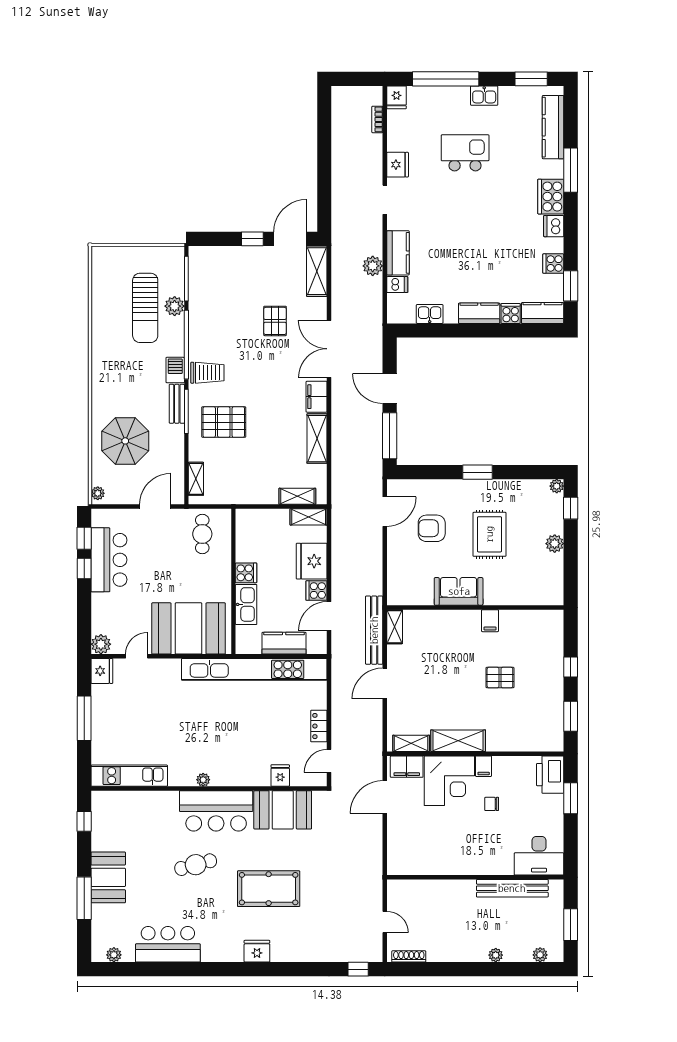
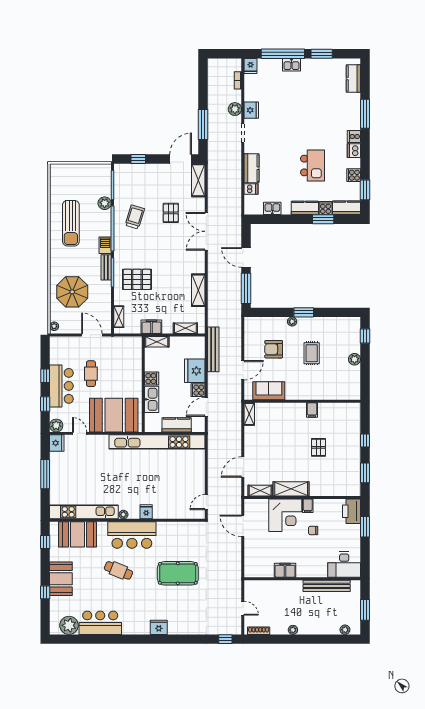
window: (531, 79) -> (322, 54), moved
kitchen sink: (484, 96) -> (291, 65), moved
kitchen counter: (553, 127) -> (353, 79), width x0.67
kitchen island: (465, 153) -> (313, 165), moved, turned 90
window: (324, 186) -> (203, 124), added
cooker: (551, 197) -> (354, 137), width x0.53, depth x0.76
window: (252, 239) -> (138, 159), moved
plant: (373, 266) -> (235, 109), moved
sun lounger: (145, 308) -> (71, 223), moved
window: (507, 330) -> (323, 219), added
trolley: (207, 373) -> (135, 217), moved, turned -73
filing cabinet: (317, 397) -> (151, 327), moved, turned 90
plant: (557, 486) -> (292, 322), moved
door: (155, 507) -> (92, 335), hinge flipped
door: (385, 512) -> (243, 370), moved
shelving: (309, 517) -> (157, 342), moved
cafe table: (202, 534) -> (91, 374), moved
rug: (489, 534) -> (312, 353), width x0.73, depth x0.70
window: (84, 538) -> (45, 404), moved
bar counter: (109, 560) -> (61, 386), moved
sofa: (459, 591) -> (269, 391), moved
bench: (374, 630) -> (213, 349), moved
door: (137, 656) -> (80, 433), hinge flipped
pallet: (500, 678) -> (319, 447), turned 90
door: (385, 684) -> (243, 467), moved
locker: (319, 726) -> (200, 479), removed
filing cabinet: (407, 767) -> (285, 570), moved, turned 180
kitchen unit: (129, 776) -> (84, 512), width x1.36
fridge: (280, 776) -> (146, 512), moved
door: (385, 797) -> (243, 526), hinge flipped
booth: (283, 810) -> (78, 534), moved
cafe table: (196, 865) -> (118, 570), turned 37
pool table: (269, 889) -> (178, 573), moved
window: (84, 898) -> (45, 592), width x0.46
plant: (114, 955) -> (69, 625), width x1.87, depth x1.87
plant: (496, 955) -> (293, 630), moved

